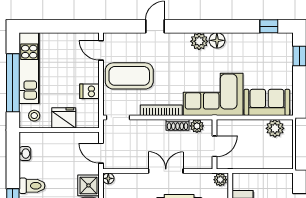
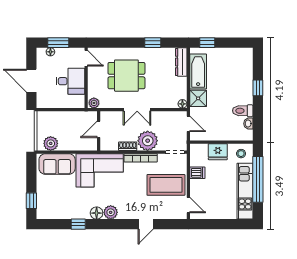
window: (269, 26) -> (78, 224), moved
plant: (197, 126) -> (148, 141), moved, width x1.87, depth x1.87
toilet: (32, 186) -> (243, 111), moved

